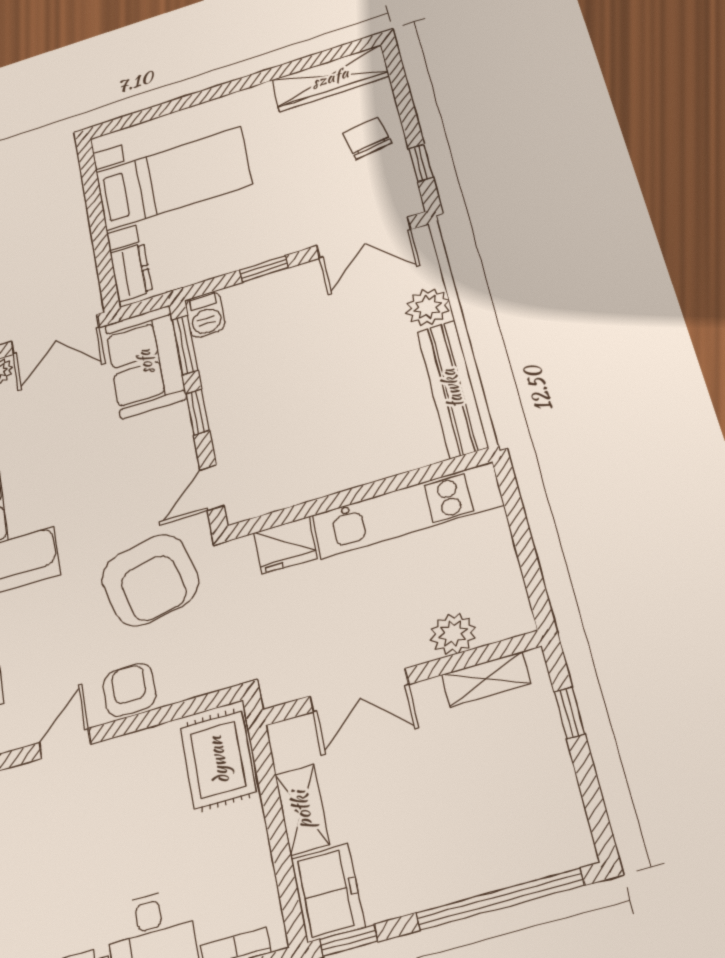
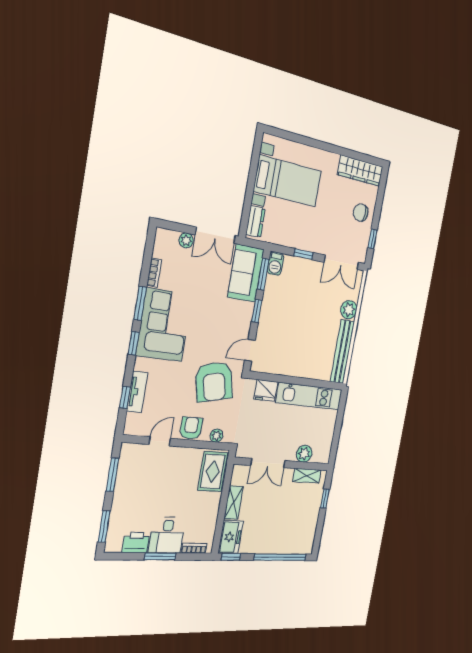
chair: (367, 138) -> (361, 213), turned -80
plant: (198, 682) -> (217, 436), added

